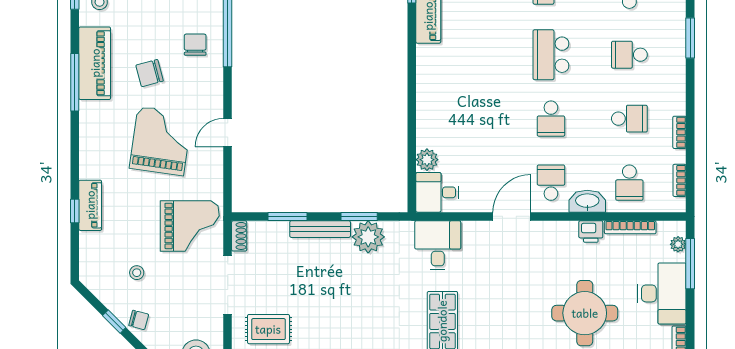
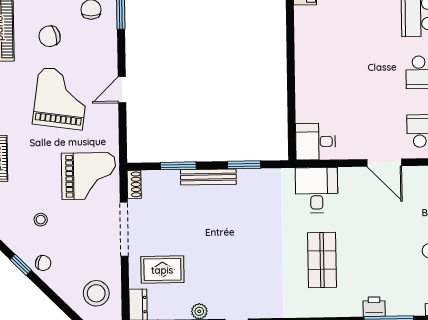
plant: (427, 160) -> (306, 112), removed
door: (512, 216) -> (384, 163), swing flipped
plant: (368, 237) -> (253, 183), removed

